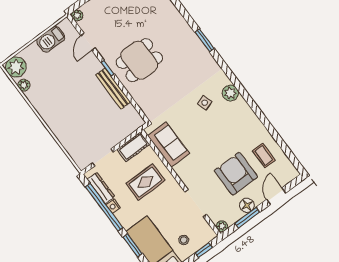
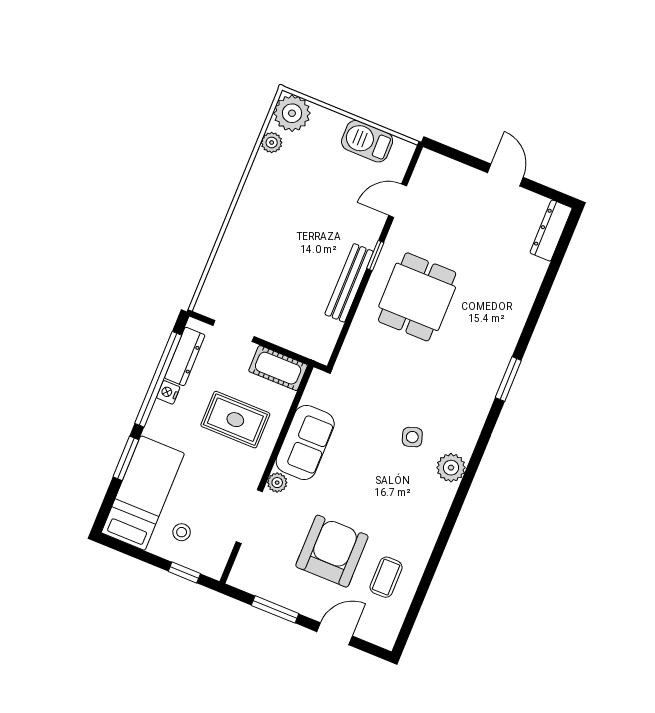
plant: (77, 15) -> (428, 160), removed
dining table: (139, 60) -> (417, 297), turned 90
sofa: (168, 145) -> (305, 442), moved
floor lamp: (247, 205) -> (294, 597), removed
plant: (222, 226) -> (277, 483), moved

